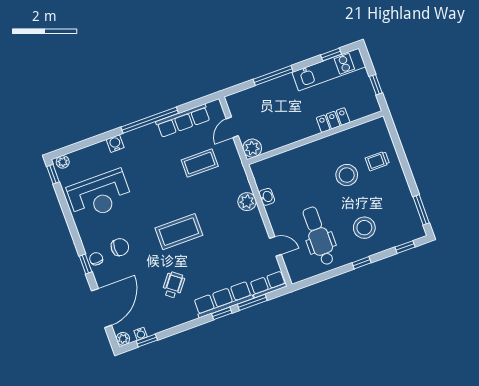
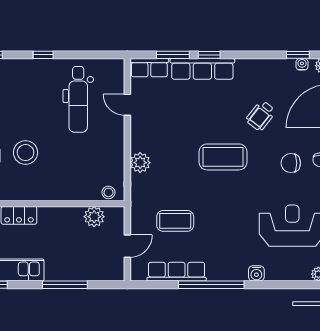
plant: (252, 148) -> (94, 217), moved
washbasin: (267, 197) -> (118, 160), removed
stool: (364, 228) -> (108, 192), moved, width x0.53, depth x0.53
wheelchair: (173, 285) -> (261, 116), moved

